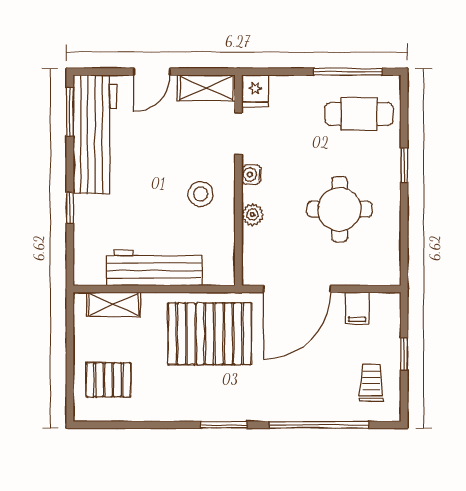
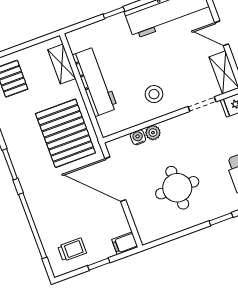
water cooler: (251, 175) -> (138, 137), moved
filing cabinet: (357, 308) -> (125, 243), moved

